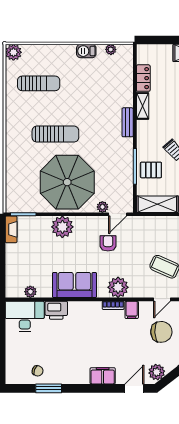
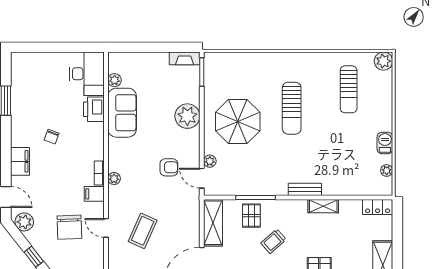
locker: (143, 78) -> (378, 207), moved
parasol: (67, 182) -> (238, 121), width x0.73, depth x0.73
sofa: (75, 285) -> (122, 113), moved
plant: (118, 287) -> (114, 179), width x0.53, depth x0.53
chair: (38, 371) -> (52, 137), moved

